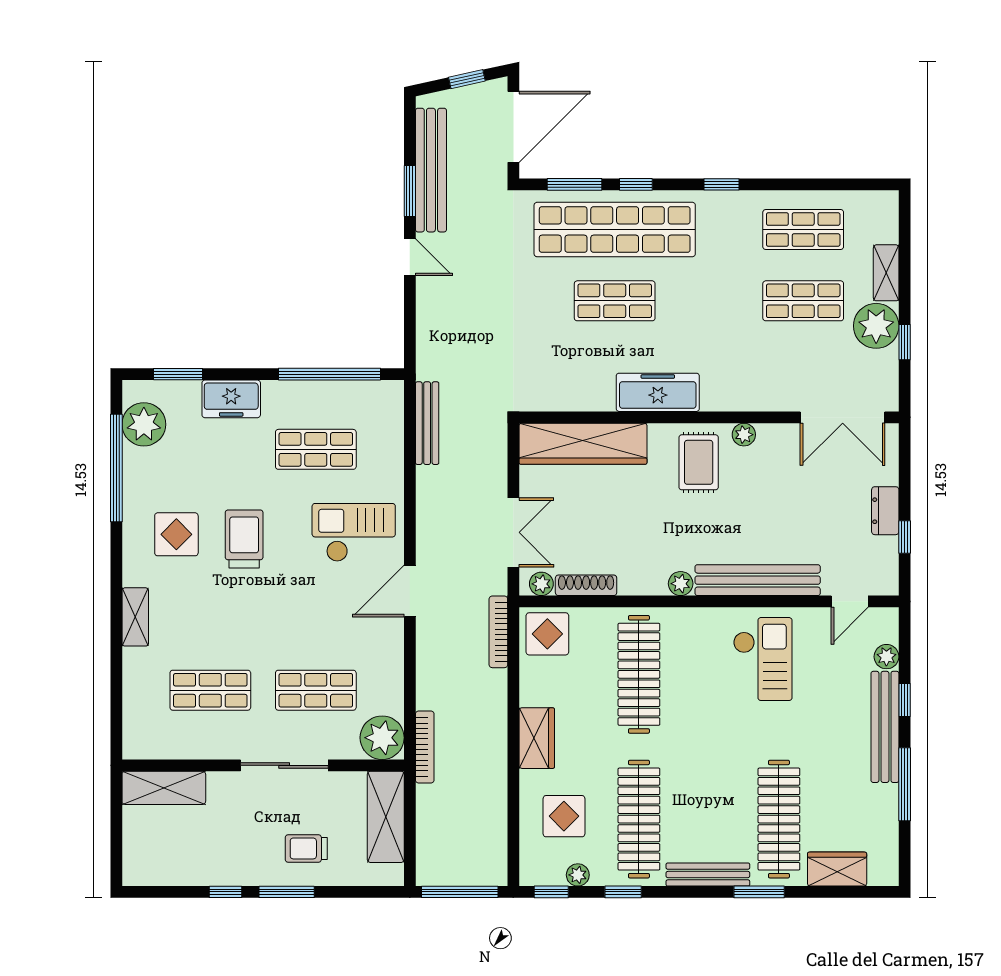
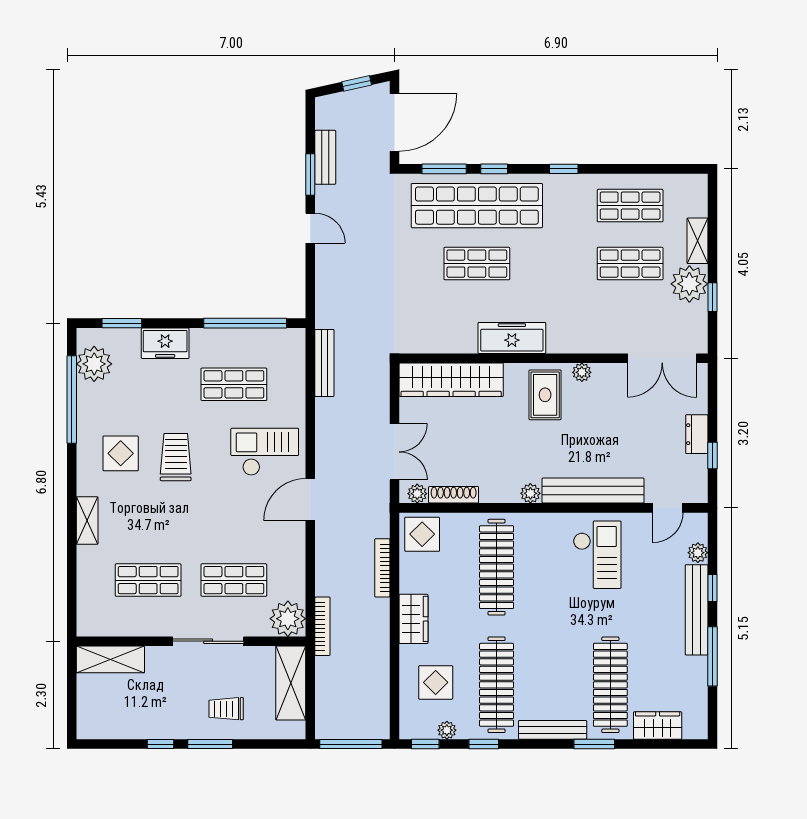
bench: (431, 170) -> (325, 157), width x0.54, depth x0.82
bookcase: (498, 632) -> (382, 568), moved

